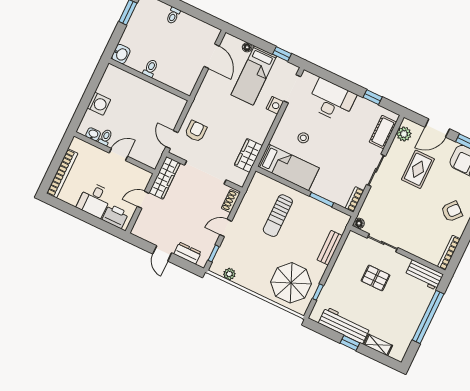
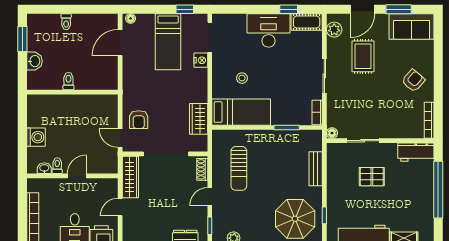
floor lamp: (247, 47) -> (131, 18), moved
washbasin: (121, 54) -> (34, 61), moved
door: (212, 56) -> (120, 43), swing flipped
desk: (332, 100) -> (269, 30), moved
armchair: (196, 131) -> (139, 120), turned 180
cot: (383, 132) -> (307, 22), moved, turned 90
sun lounger: (278, 216) -> (239, 168), moved

